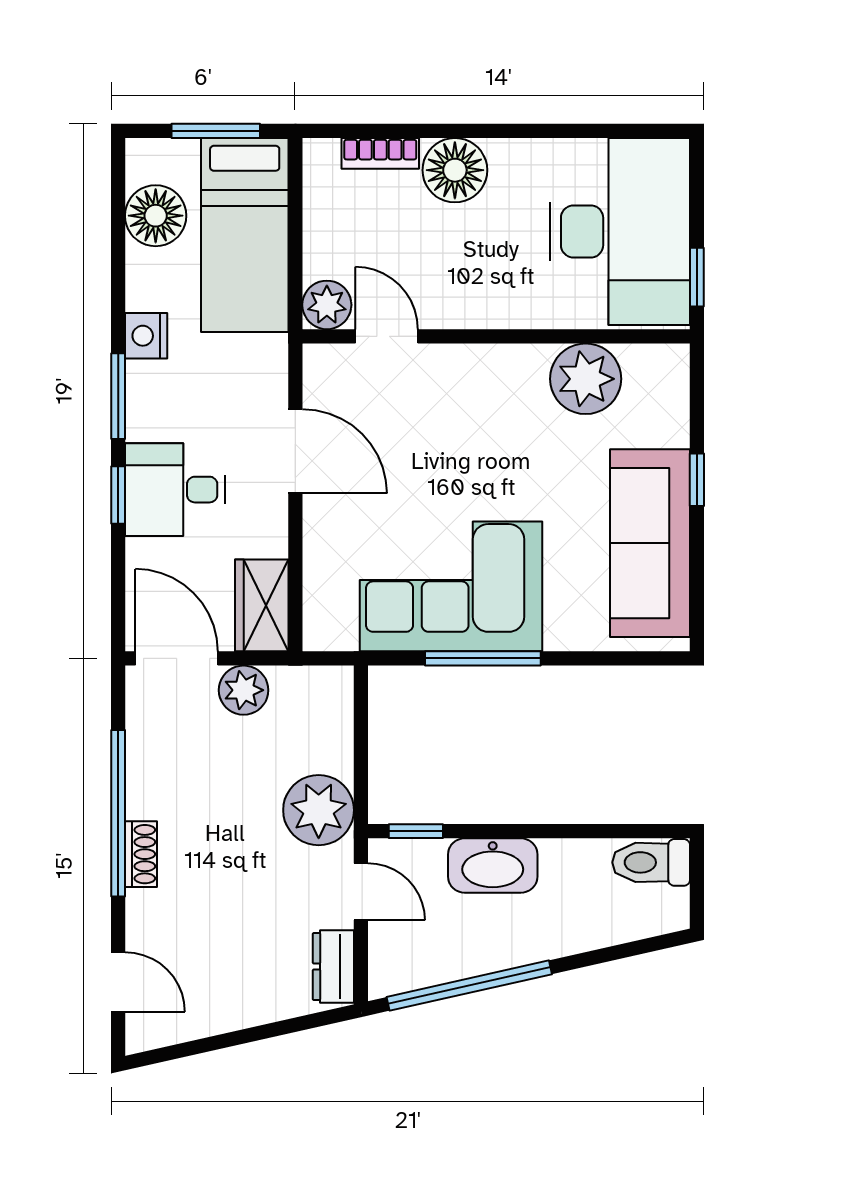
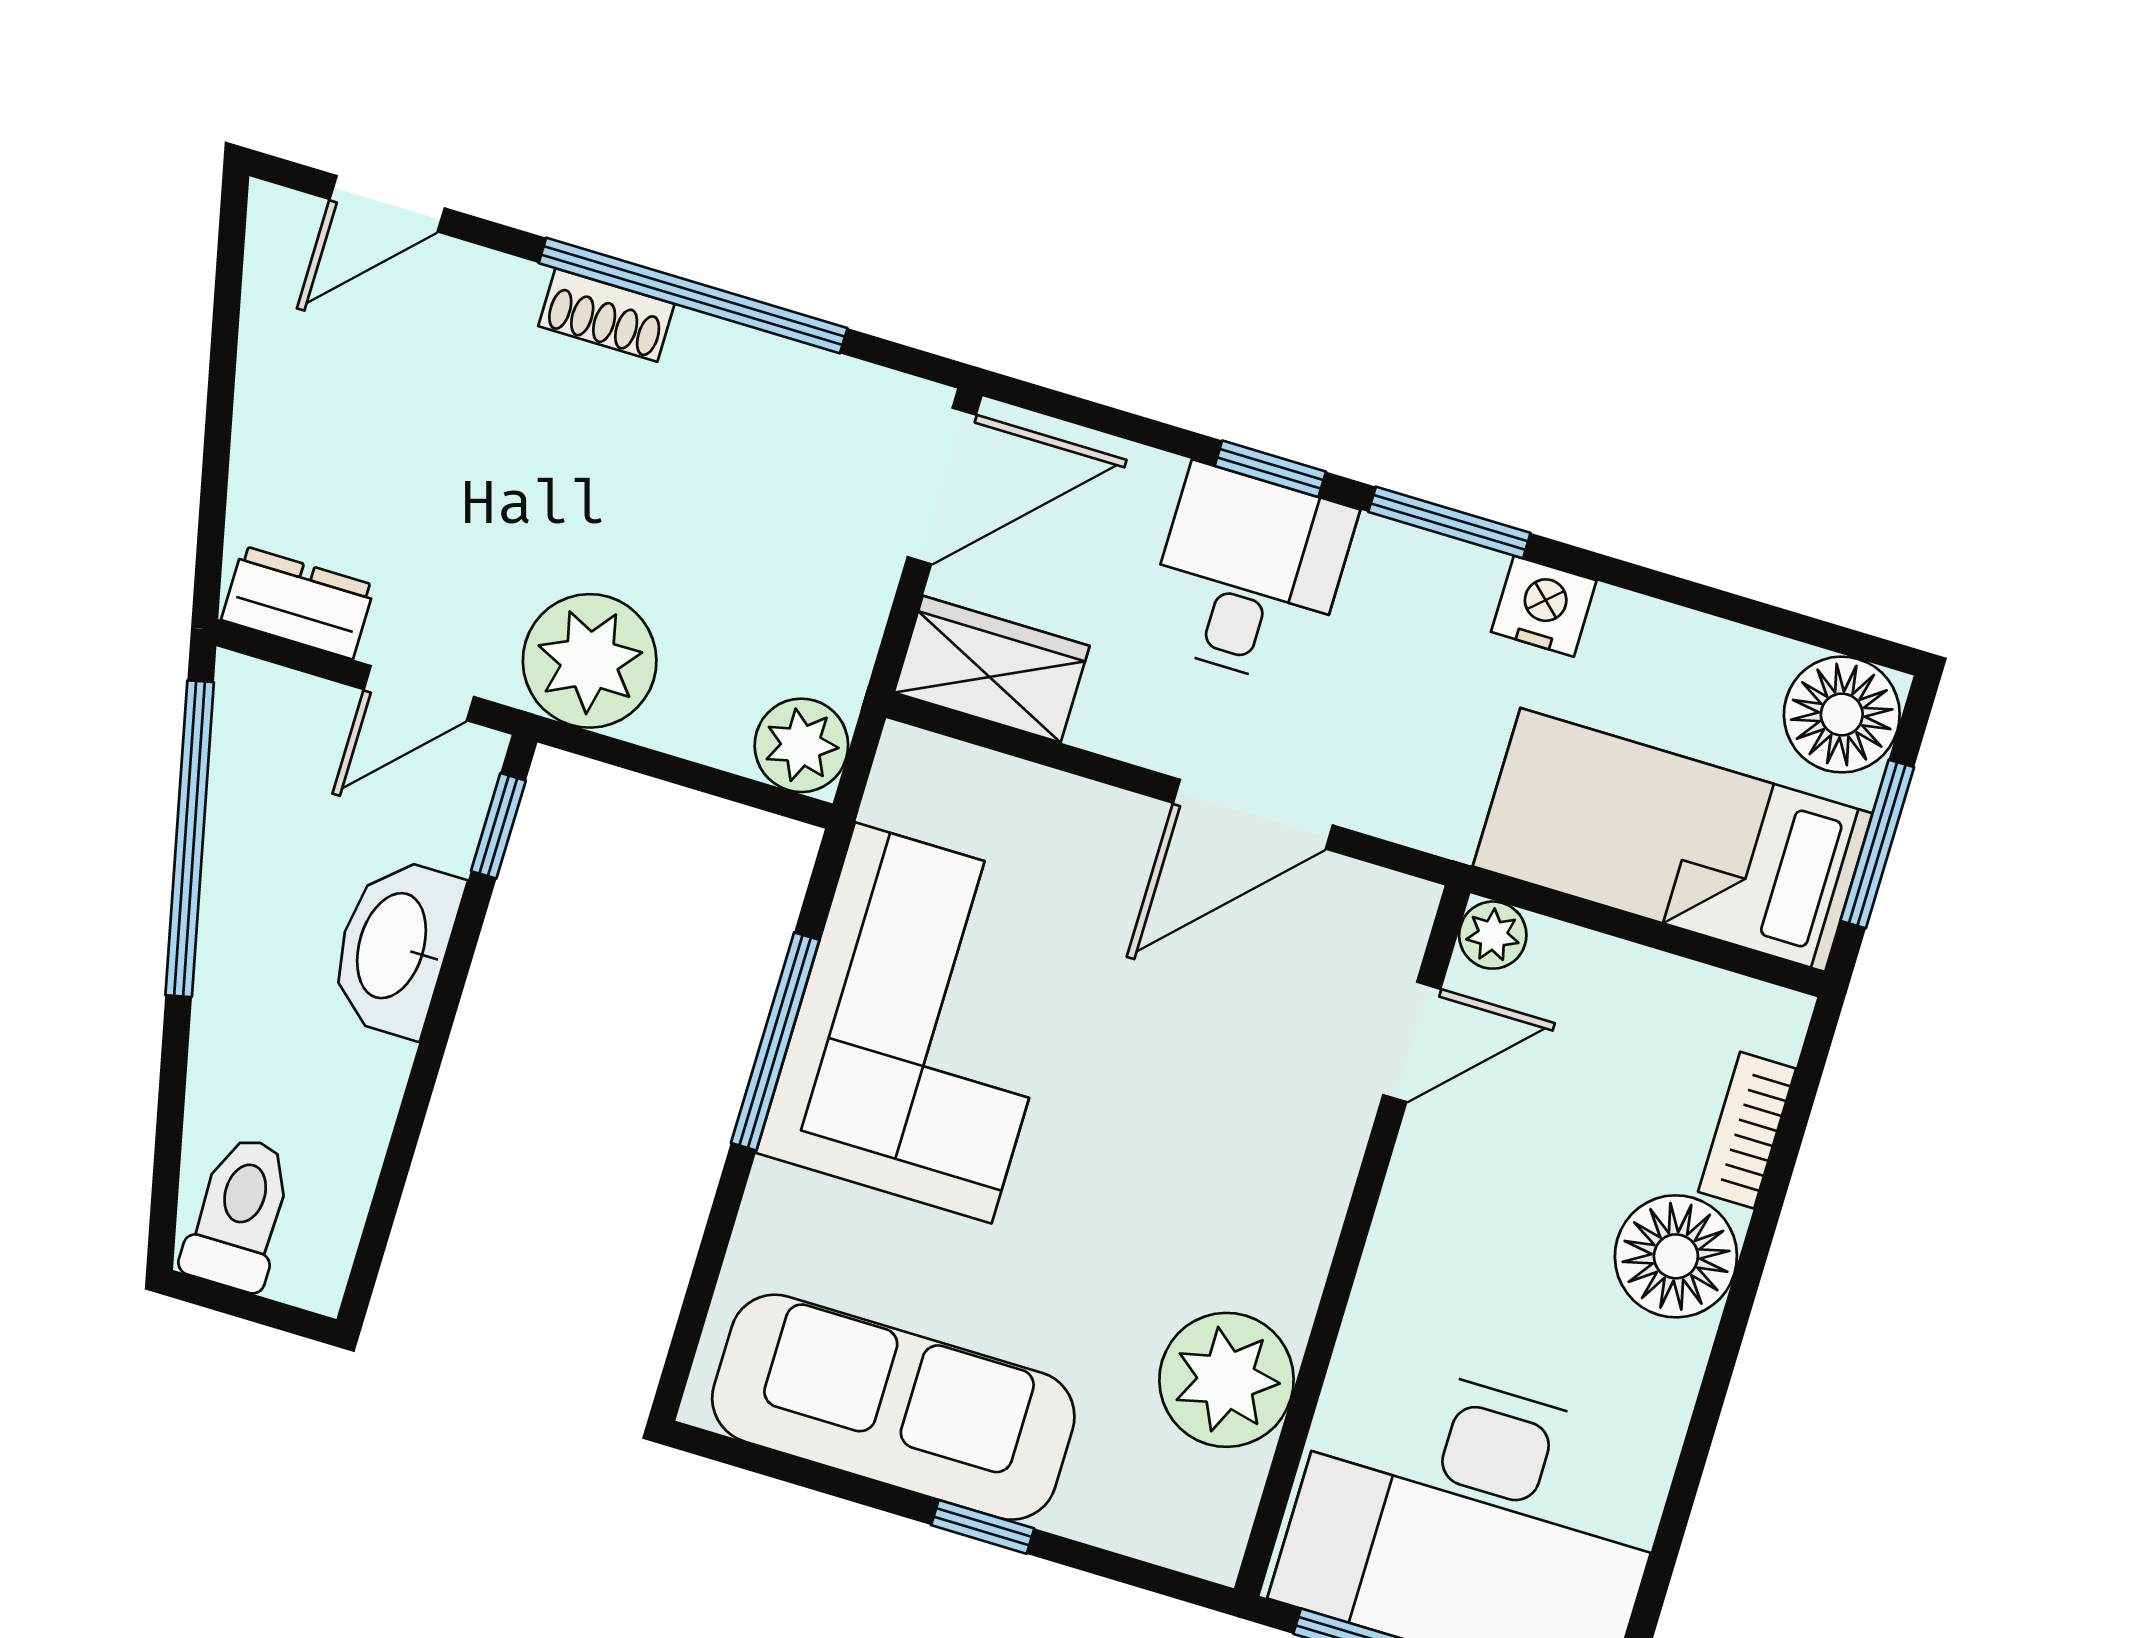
floor lamp: (156, 216) -> (1842, 715), moved
plant: (327, 305) -> (1493, 935), width x0.73, depth x0.73
plant: (244, 690) -> (801, 745), moved
toilet: (651, 862) -> (239, 1213), moved

